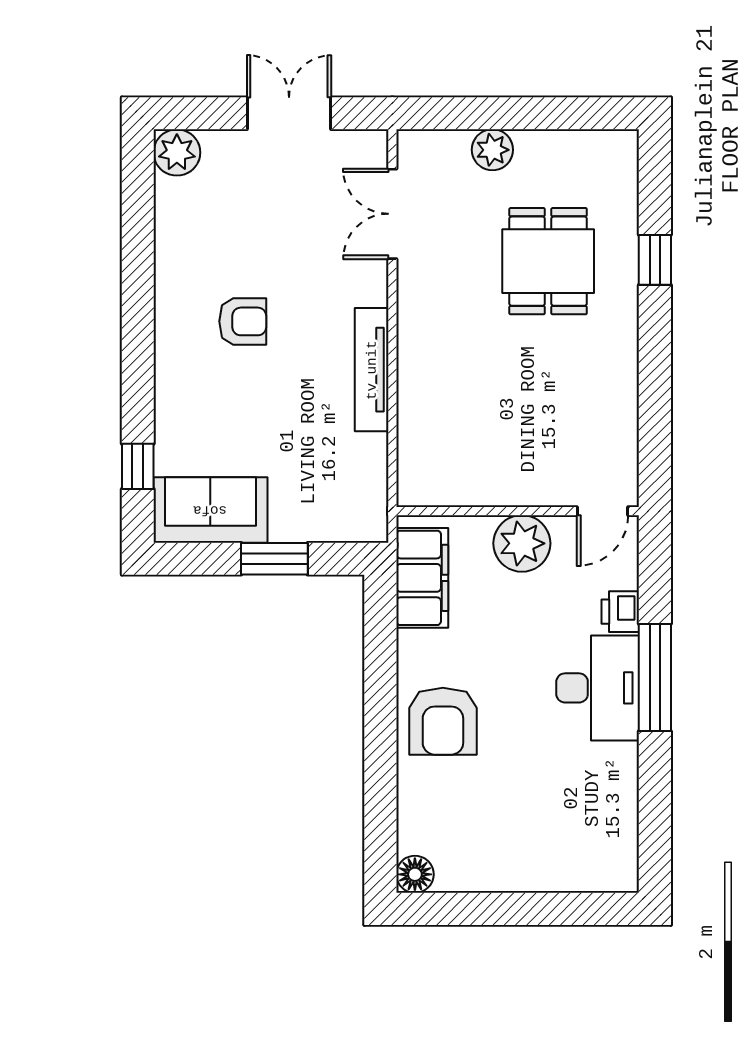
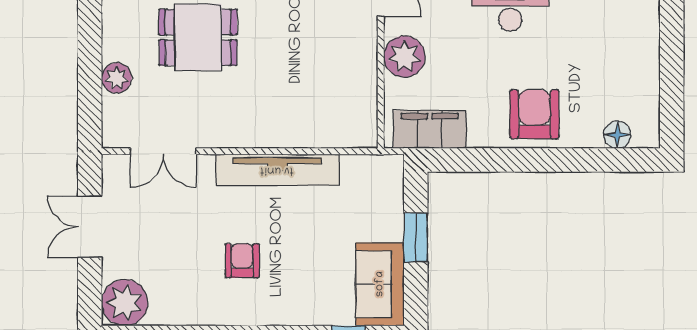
plant: (177, 152) -> (125, 303), width x1.36, depth x1.36
tv unit: (372, 370) -> (277, 170), width x1.36, depth x1.29
armchair: (443, 721) -> (534, 114), turned -90
floor lamp: (415, 874) -> (617, 135), moved

